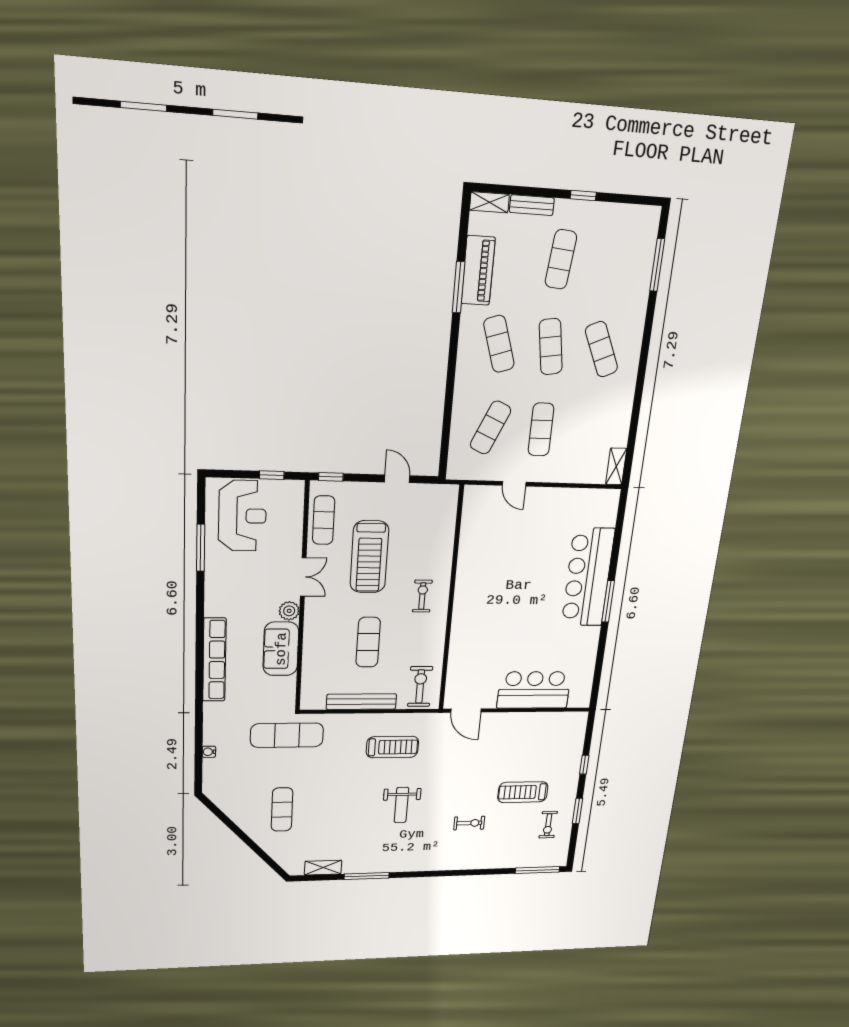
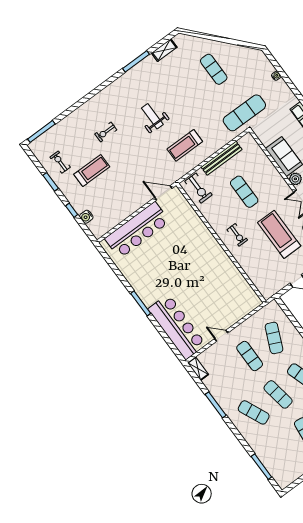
window: (637, 401) -> (216, 405), added
door: (514, 484) -> (221, 336), moved
bar counter: (588, 577) -> (177, 327), moved
bar counter: (534, 690) -> (137, 230), width x1.36
water cooler: (575, 746) -> (86, 217), added

